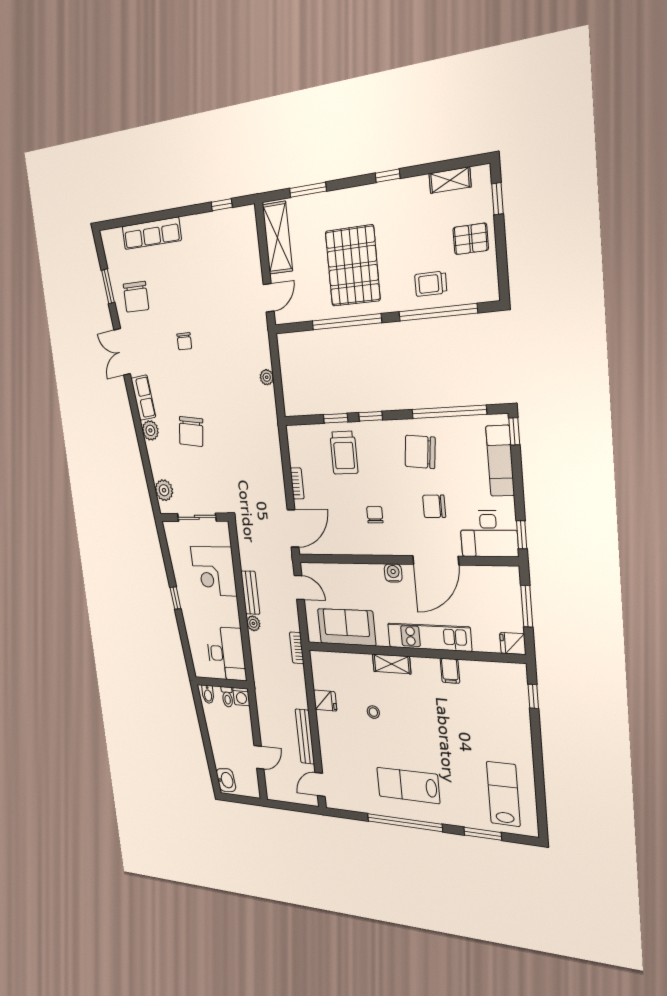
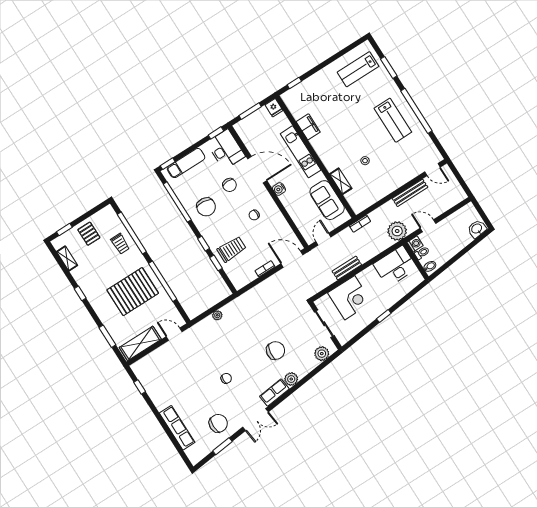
plant: (253, 623) -> (397, 231), moved, width x1.87, depth x1.87
shelving: (392, 664) -> (341, 181), moved
filing cabinet: (450, 671) -> (308, 127), width x2.00
fridge: (325, 701) -> (379, 192), removed
door: (259, 757) -> (428, 226), moved

